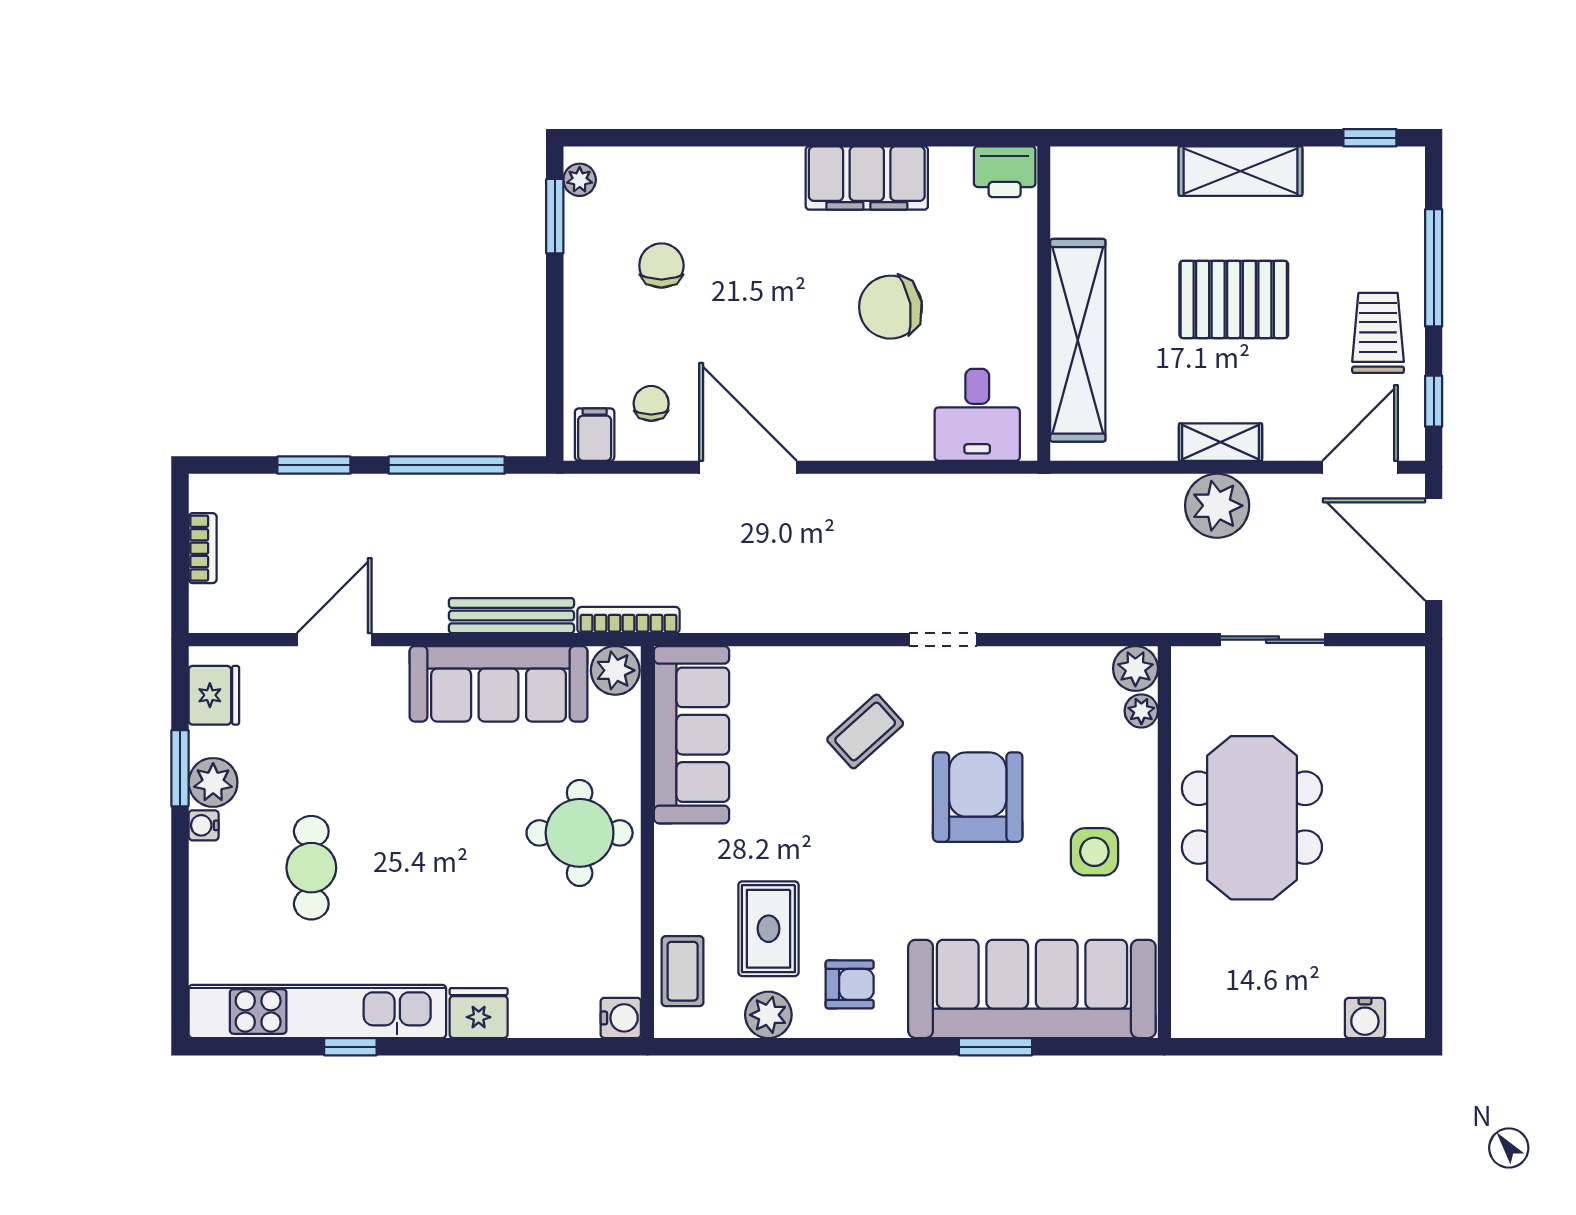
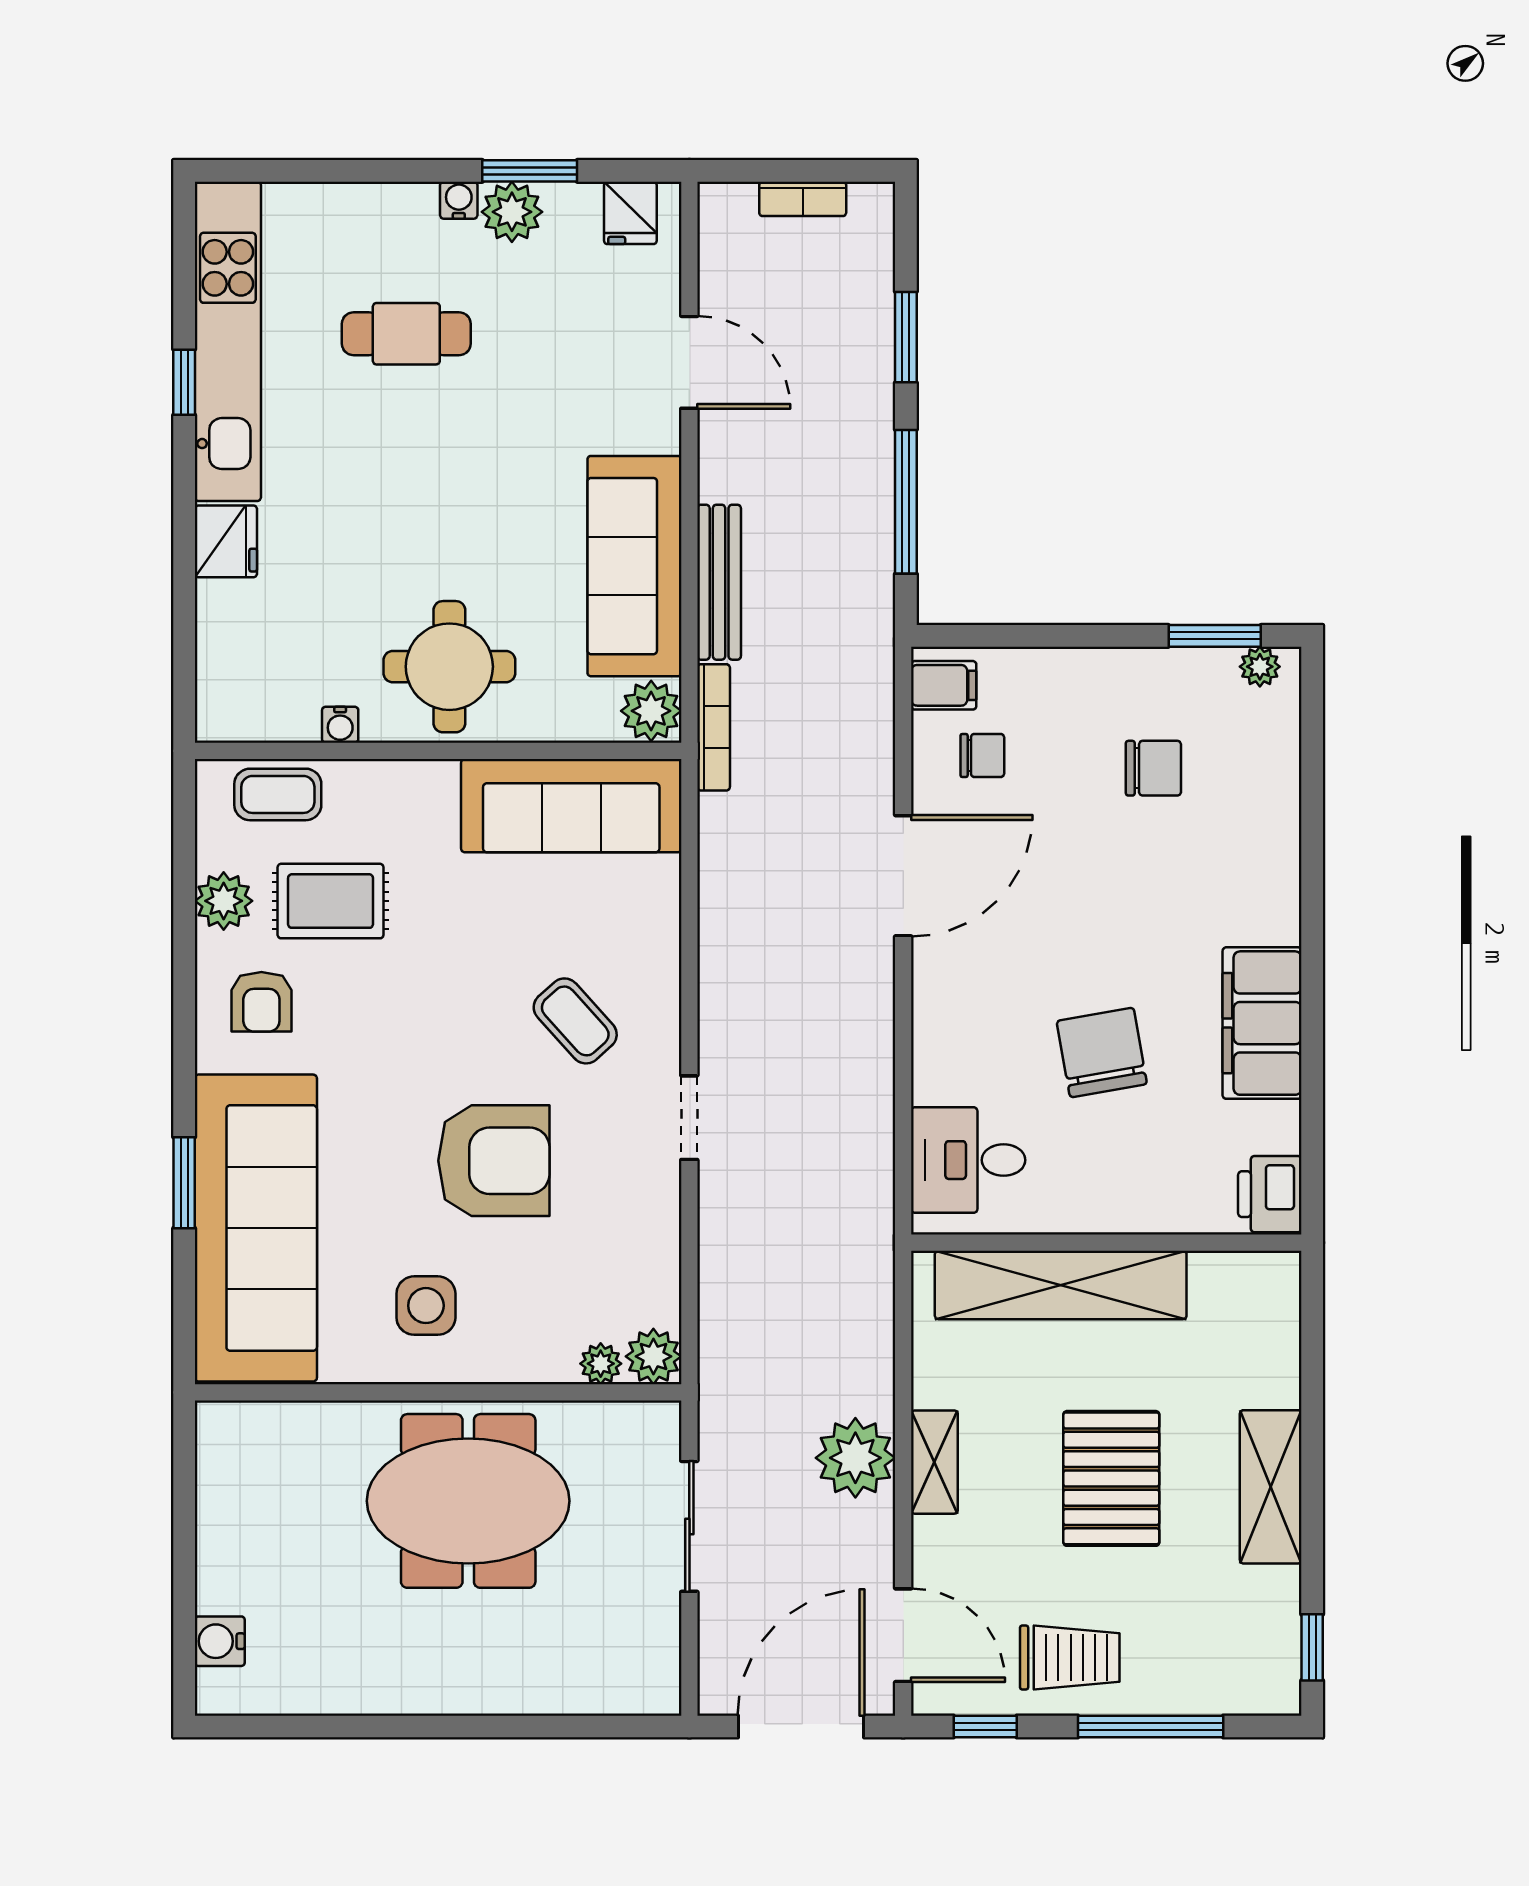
fridge: (214, 695) -> (630, 213), width x0.72
water cooler: (621, 1018) -> (340, 725), moved, width x0.72, depth x0.72

